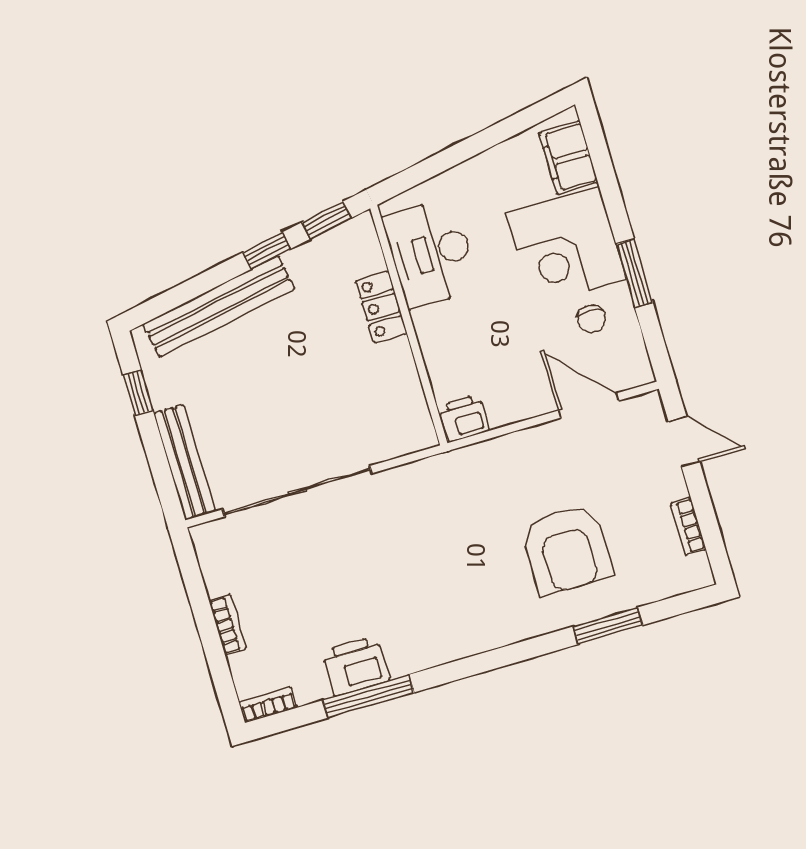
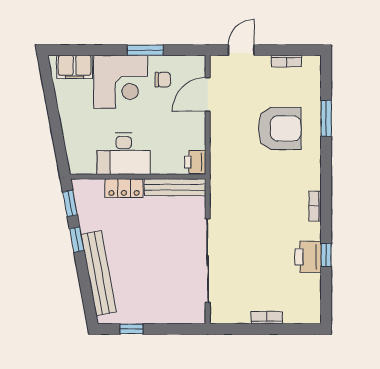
desk: (431, 253) -> (124, 154), moved
bench: (184, 462) -> (175, 187), moved
window: (368, 696) -> (326, 255), width x0.46
bookcase: (268, 705) -> (315, 206), moved

